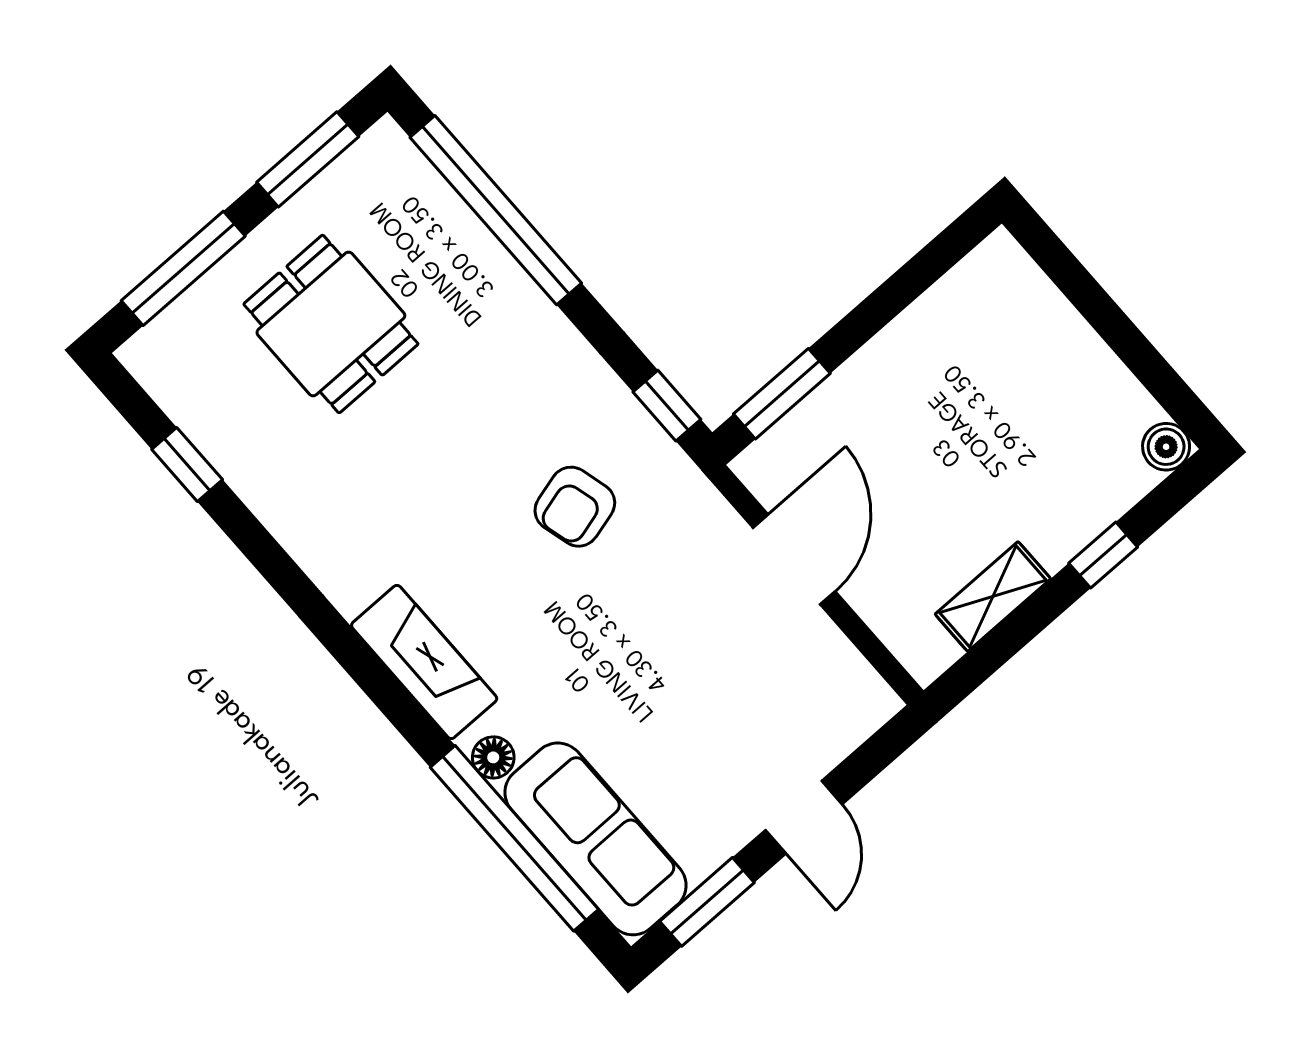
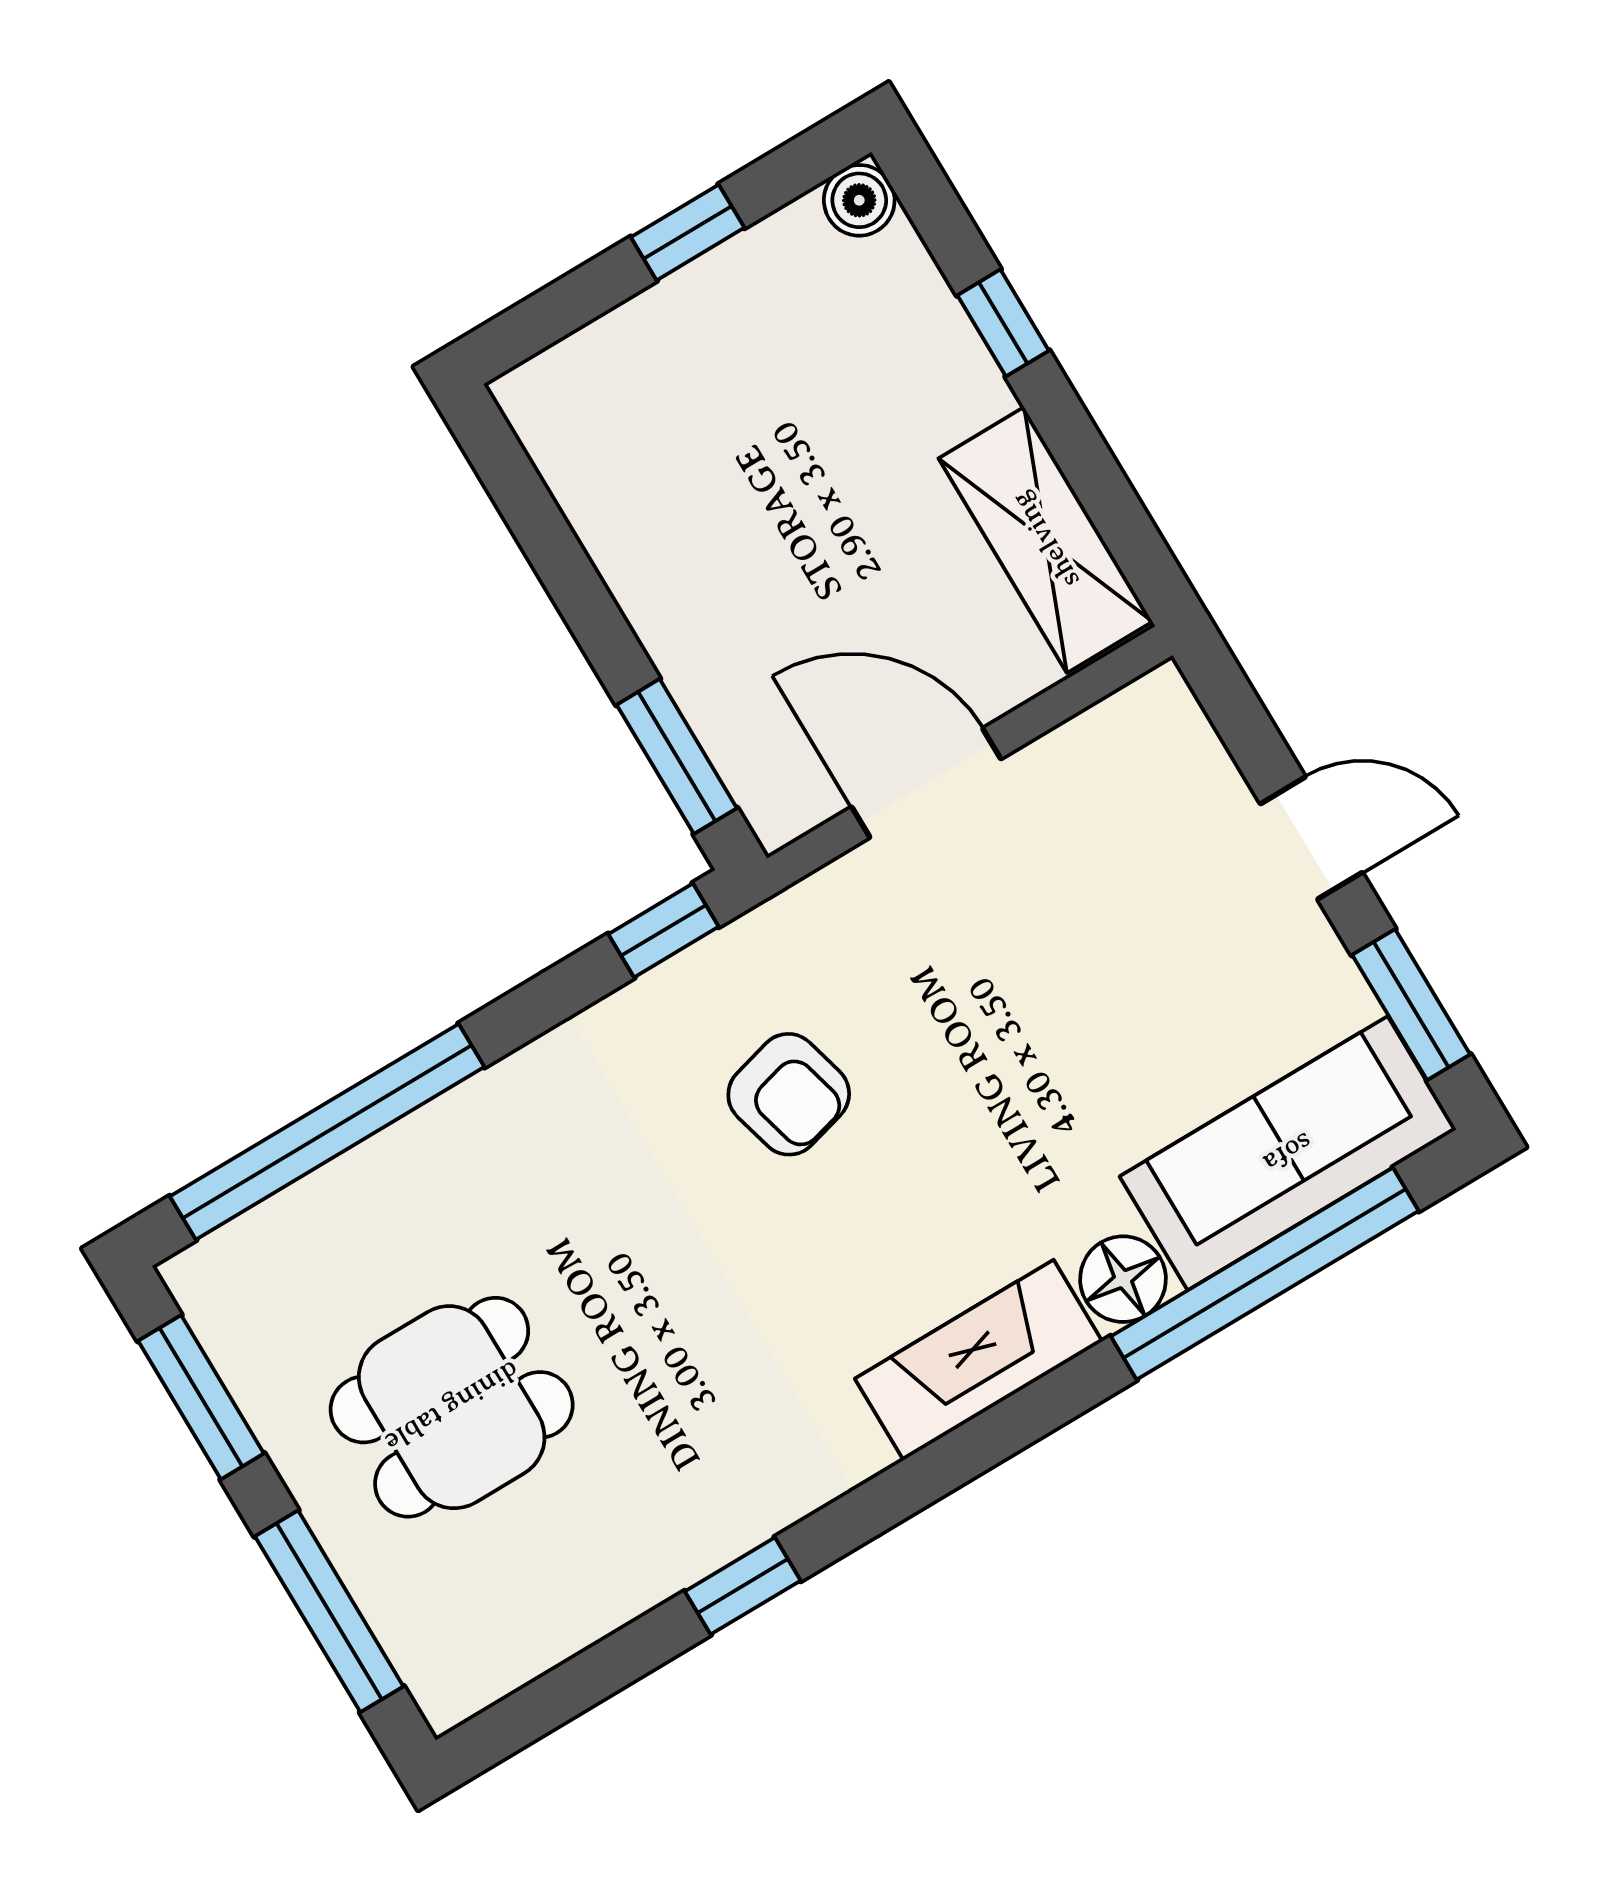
window: (1125, 339) -> (688, 232), added
window: (187, 464) -> (743, 1586), moved
shelving: (993, 596) -> (1045, 540), width x1.50, depth x1.33
floor lamp: (493, 757) -> (1123, 1279), width x1.37, depth x1.37

